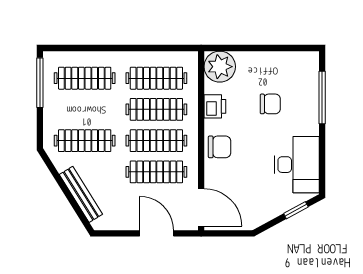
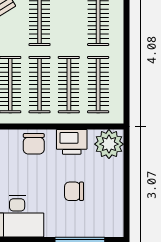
chair: (270, 104) -> (74, 191), turned 90
printer: (215, 106) -> (72, 142), width x1.36, depth x1.24

